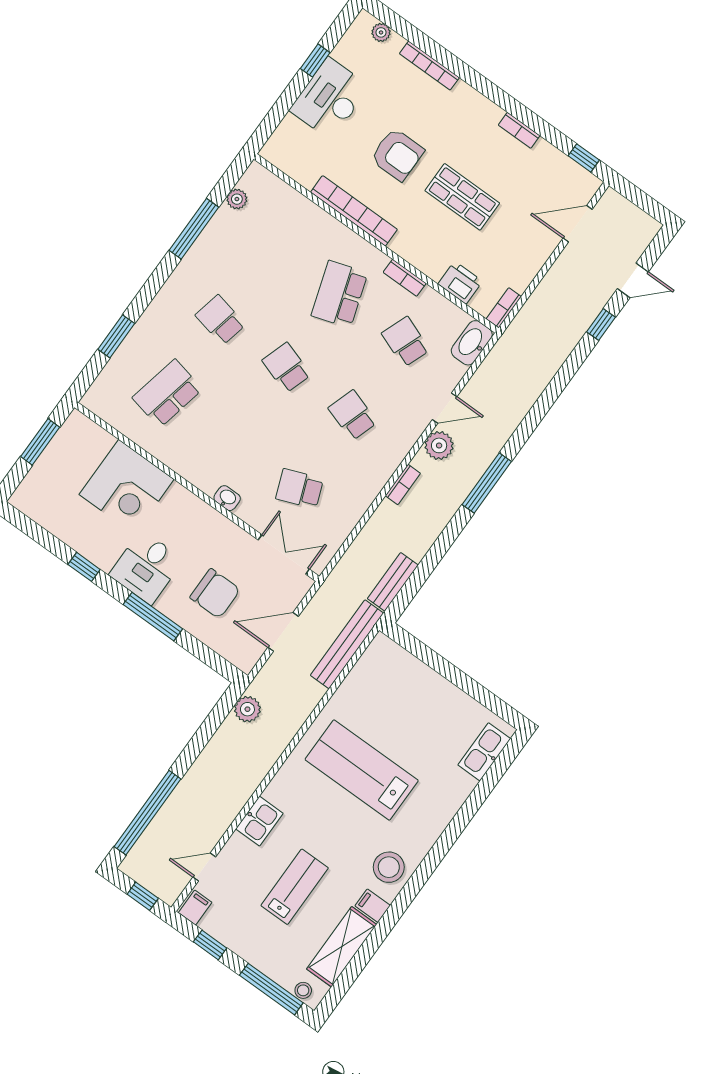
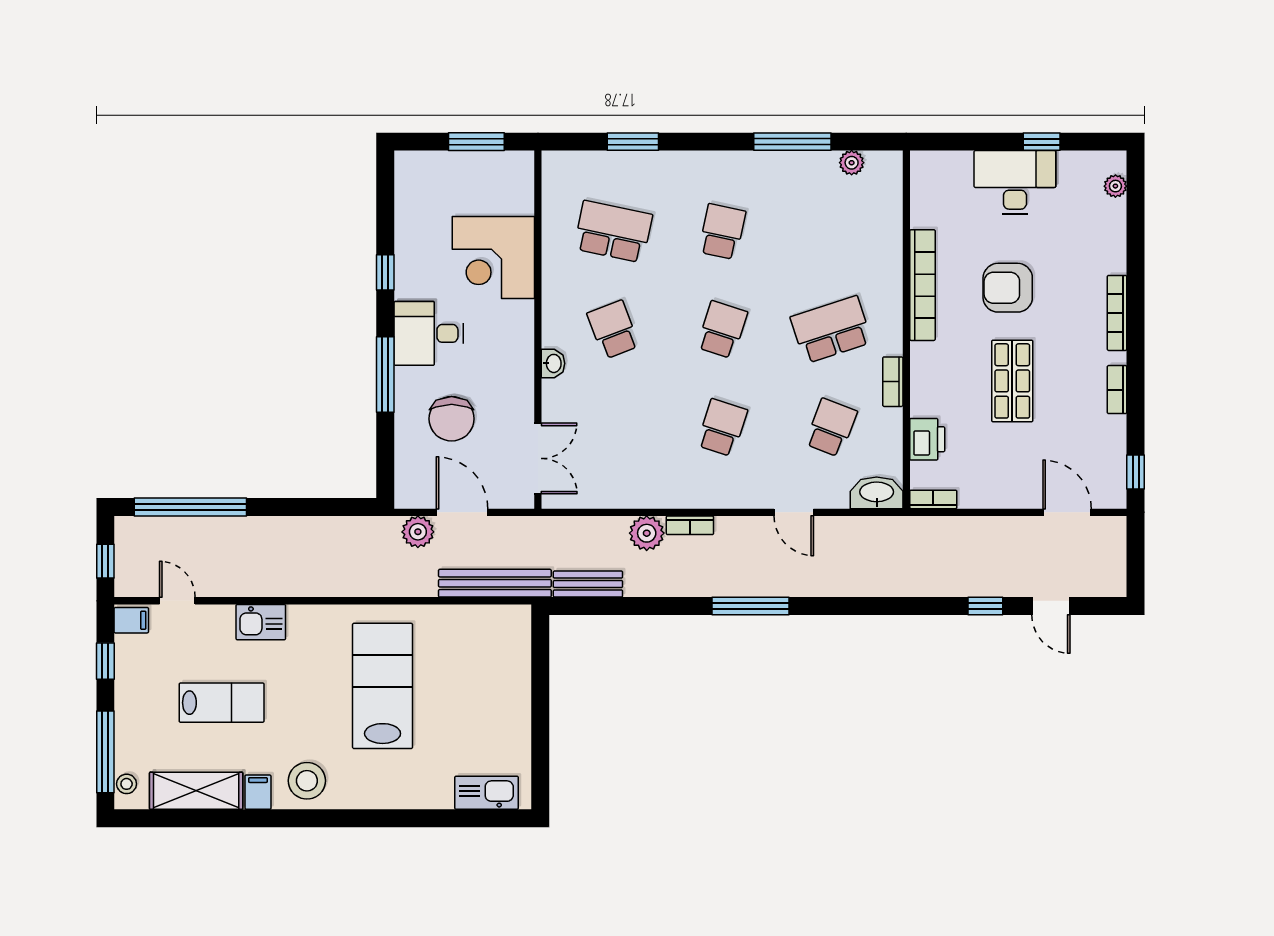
bookcase: (429, 66) -> (1117, 313), moved
armchair: (397, 155) -> (1008, 288), turned 90
plant: (439, 445) -> (647, 533), moved
school desk: (300, 489) -> (613, 330), moved
plant: (247, 709) -> (418, 532), moved

